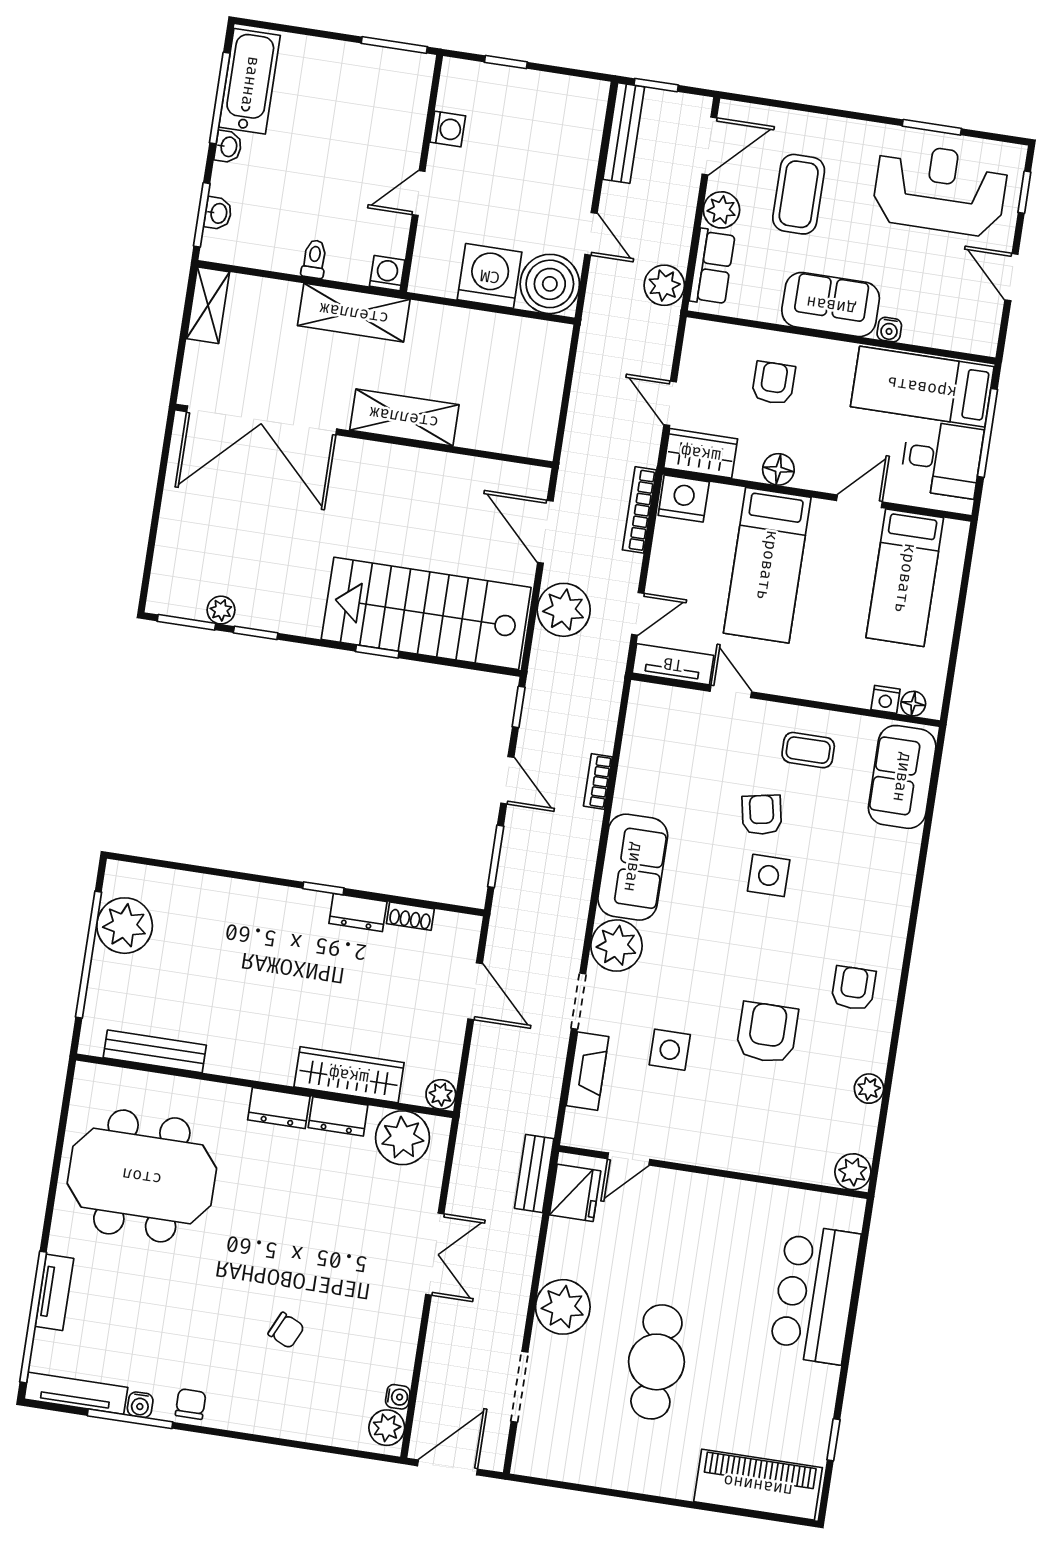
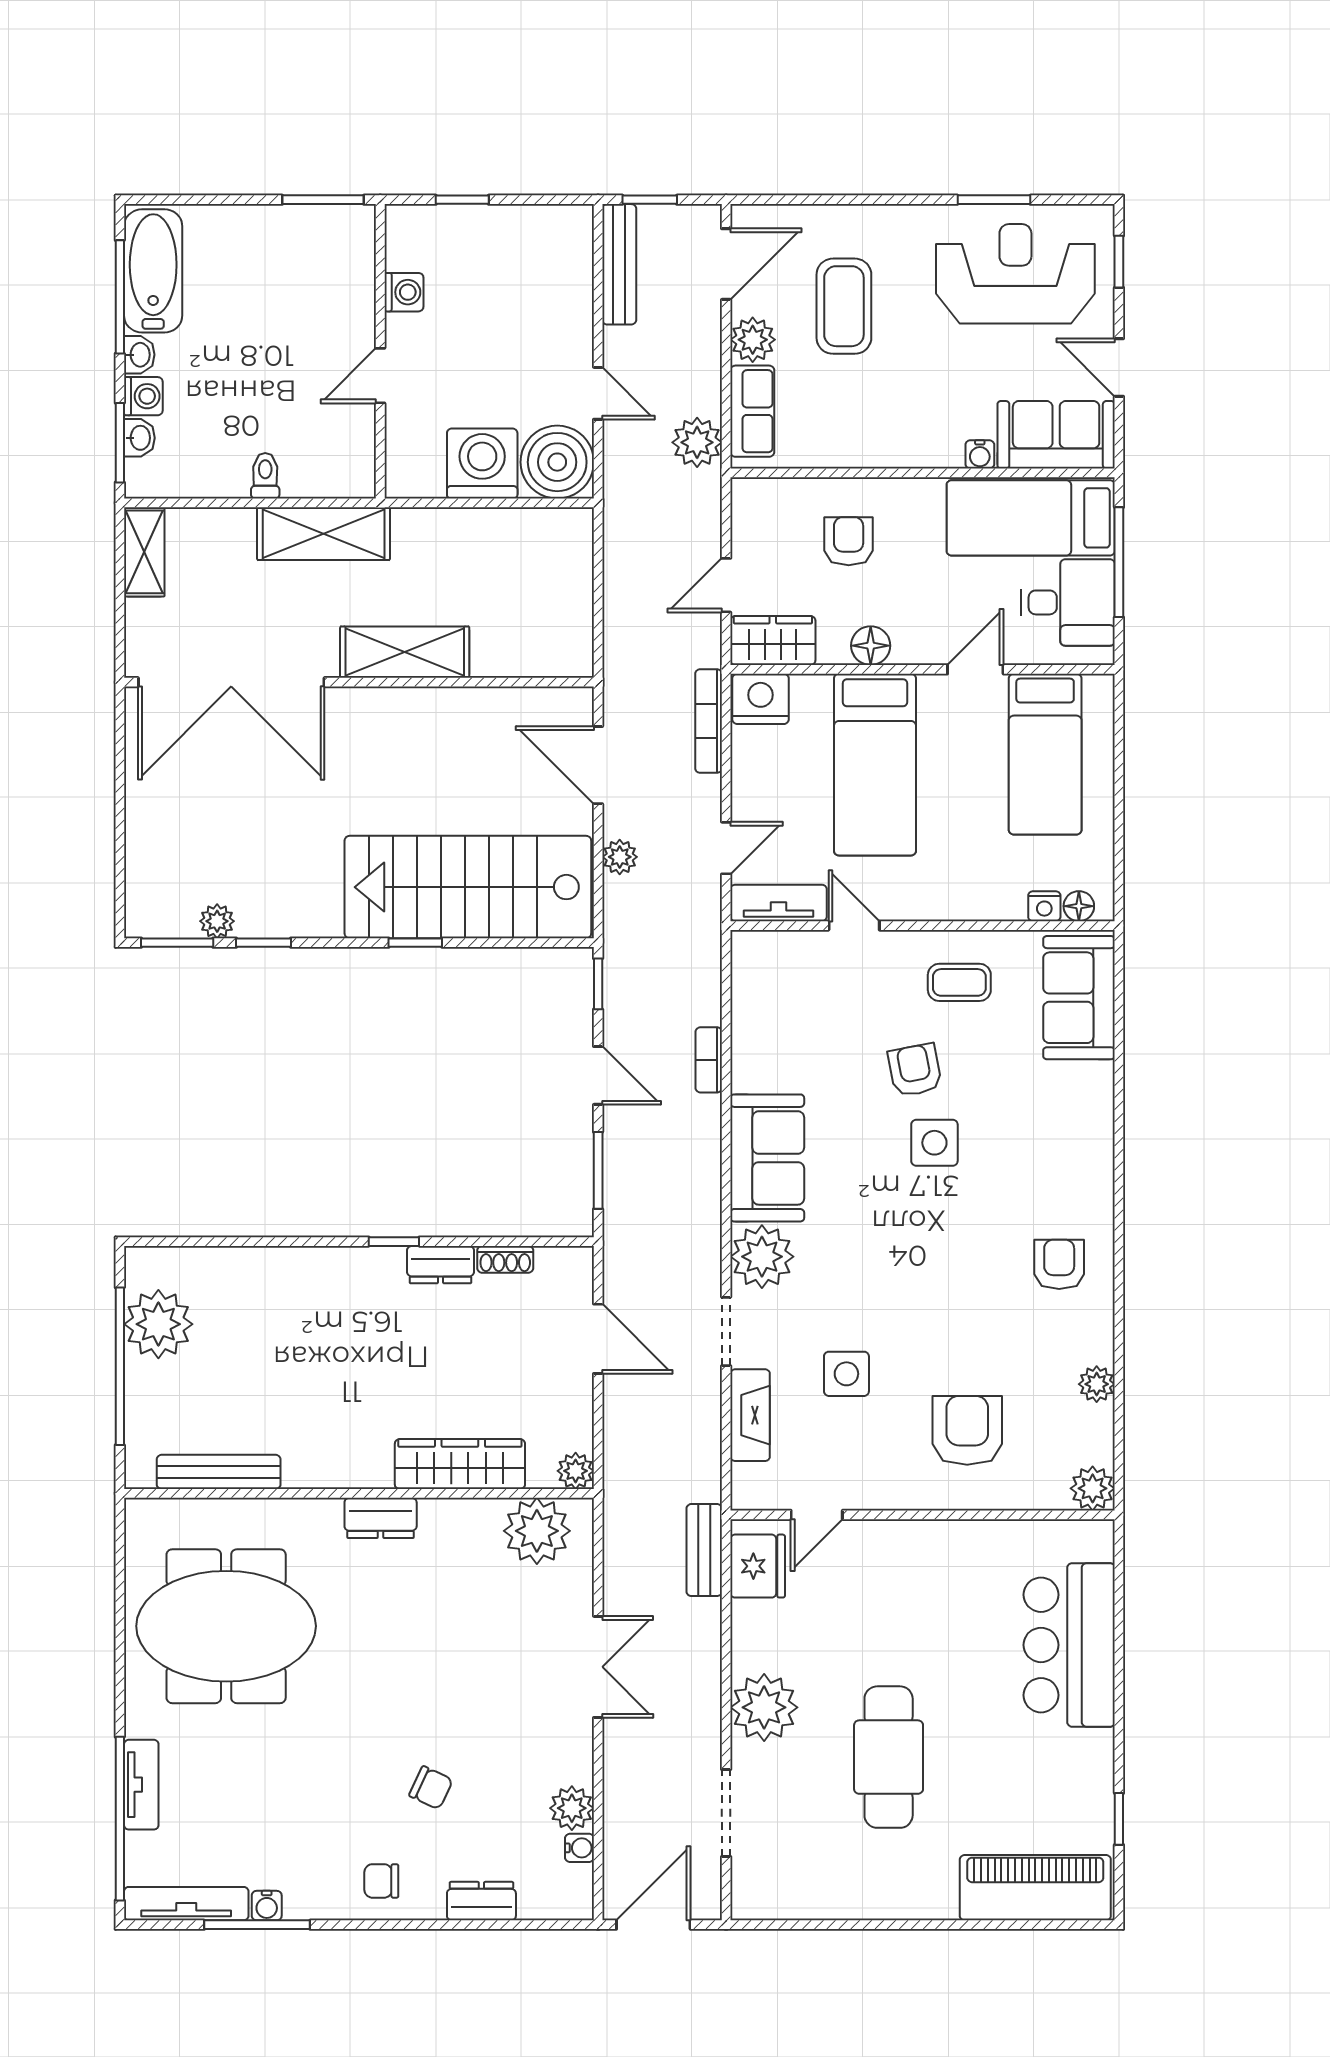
washing machine: (387, 273) -> (143, 396), moved, turned 90
sofa: (831, 305) -> (1056, 435), moved
door: (670, 403) -> (726, 585), hinge flipped
plant: (564, 610) -> (620, 857), width x0.53, depth x0.53
armchair: (767, 1033) -> (967, 1430), moved
dresser: (338, 1116) -> (481, 1901), moved, turned 180
chair: (191, 1404) -> (381, 1881), moved, turned -90
plant: (387, 1428) -> (572, 1808), moved

